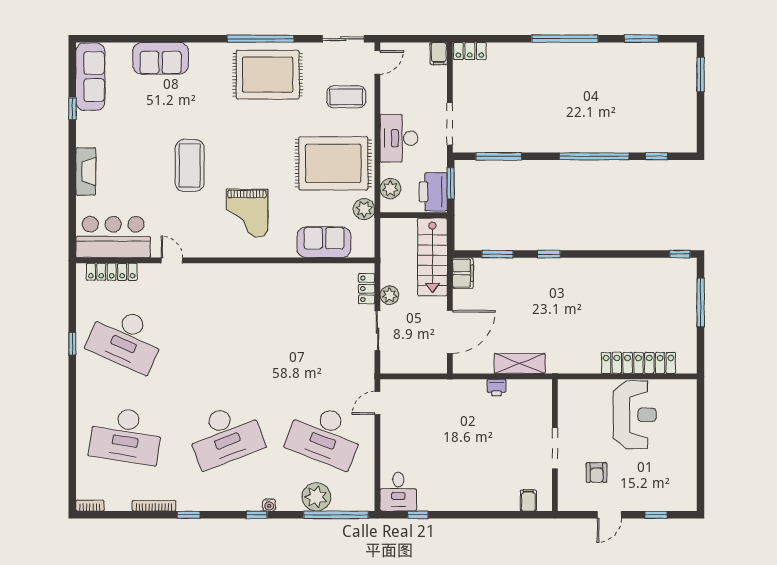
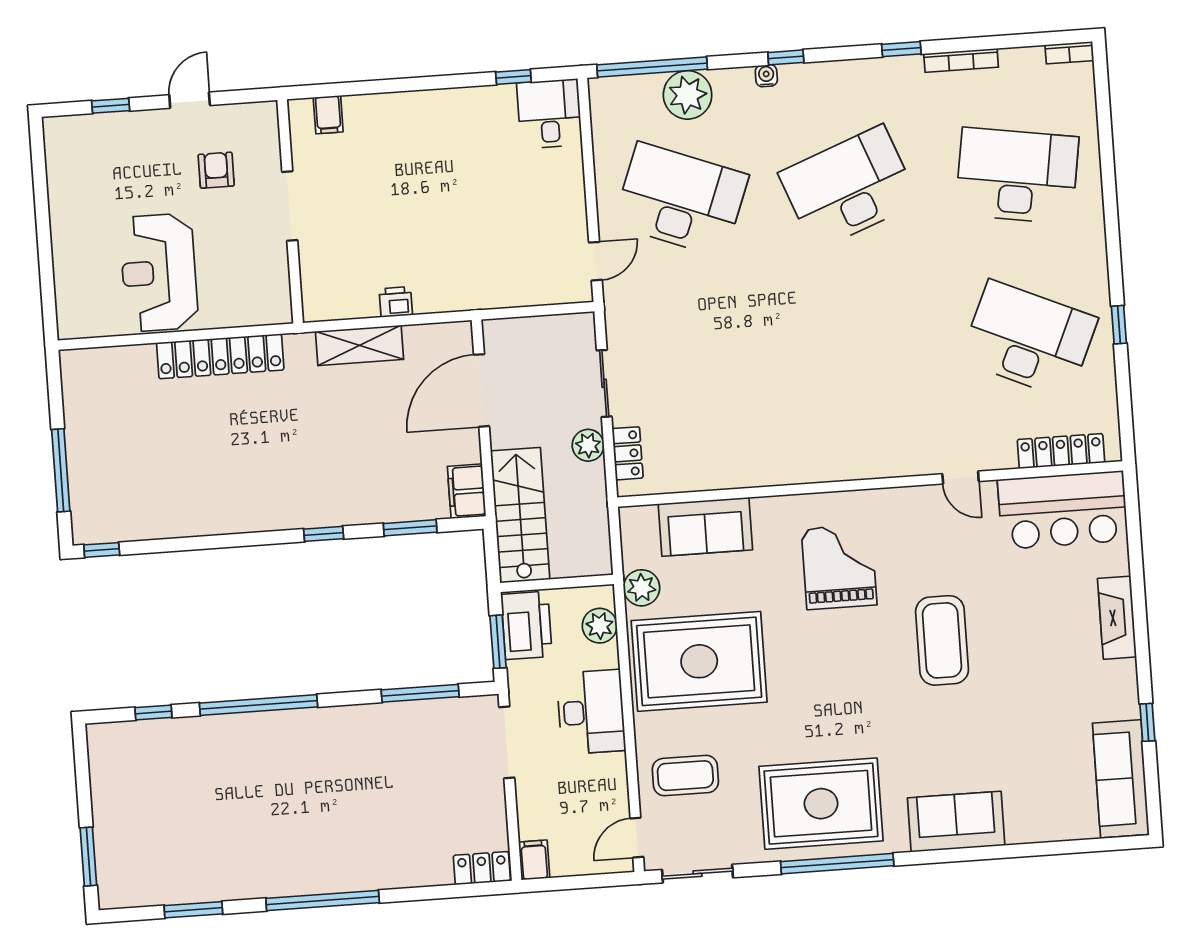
sofa: (161, 58) -> (956, 822), moved
locker: (638, 363) -> (220, 356), moved

